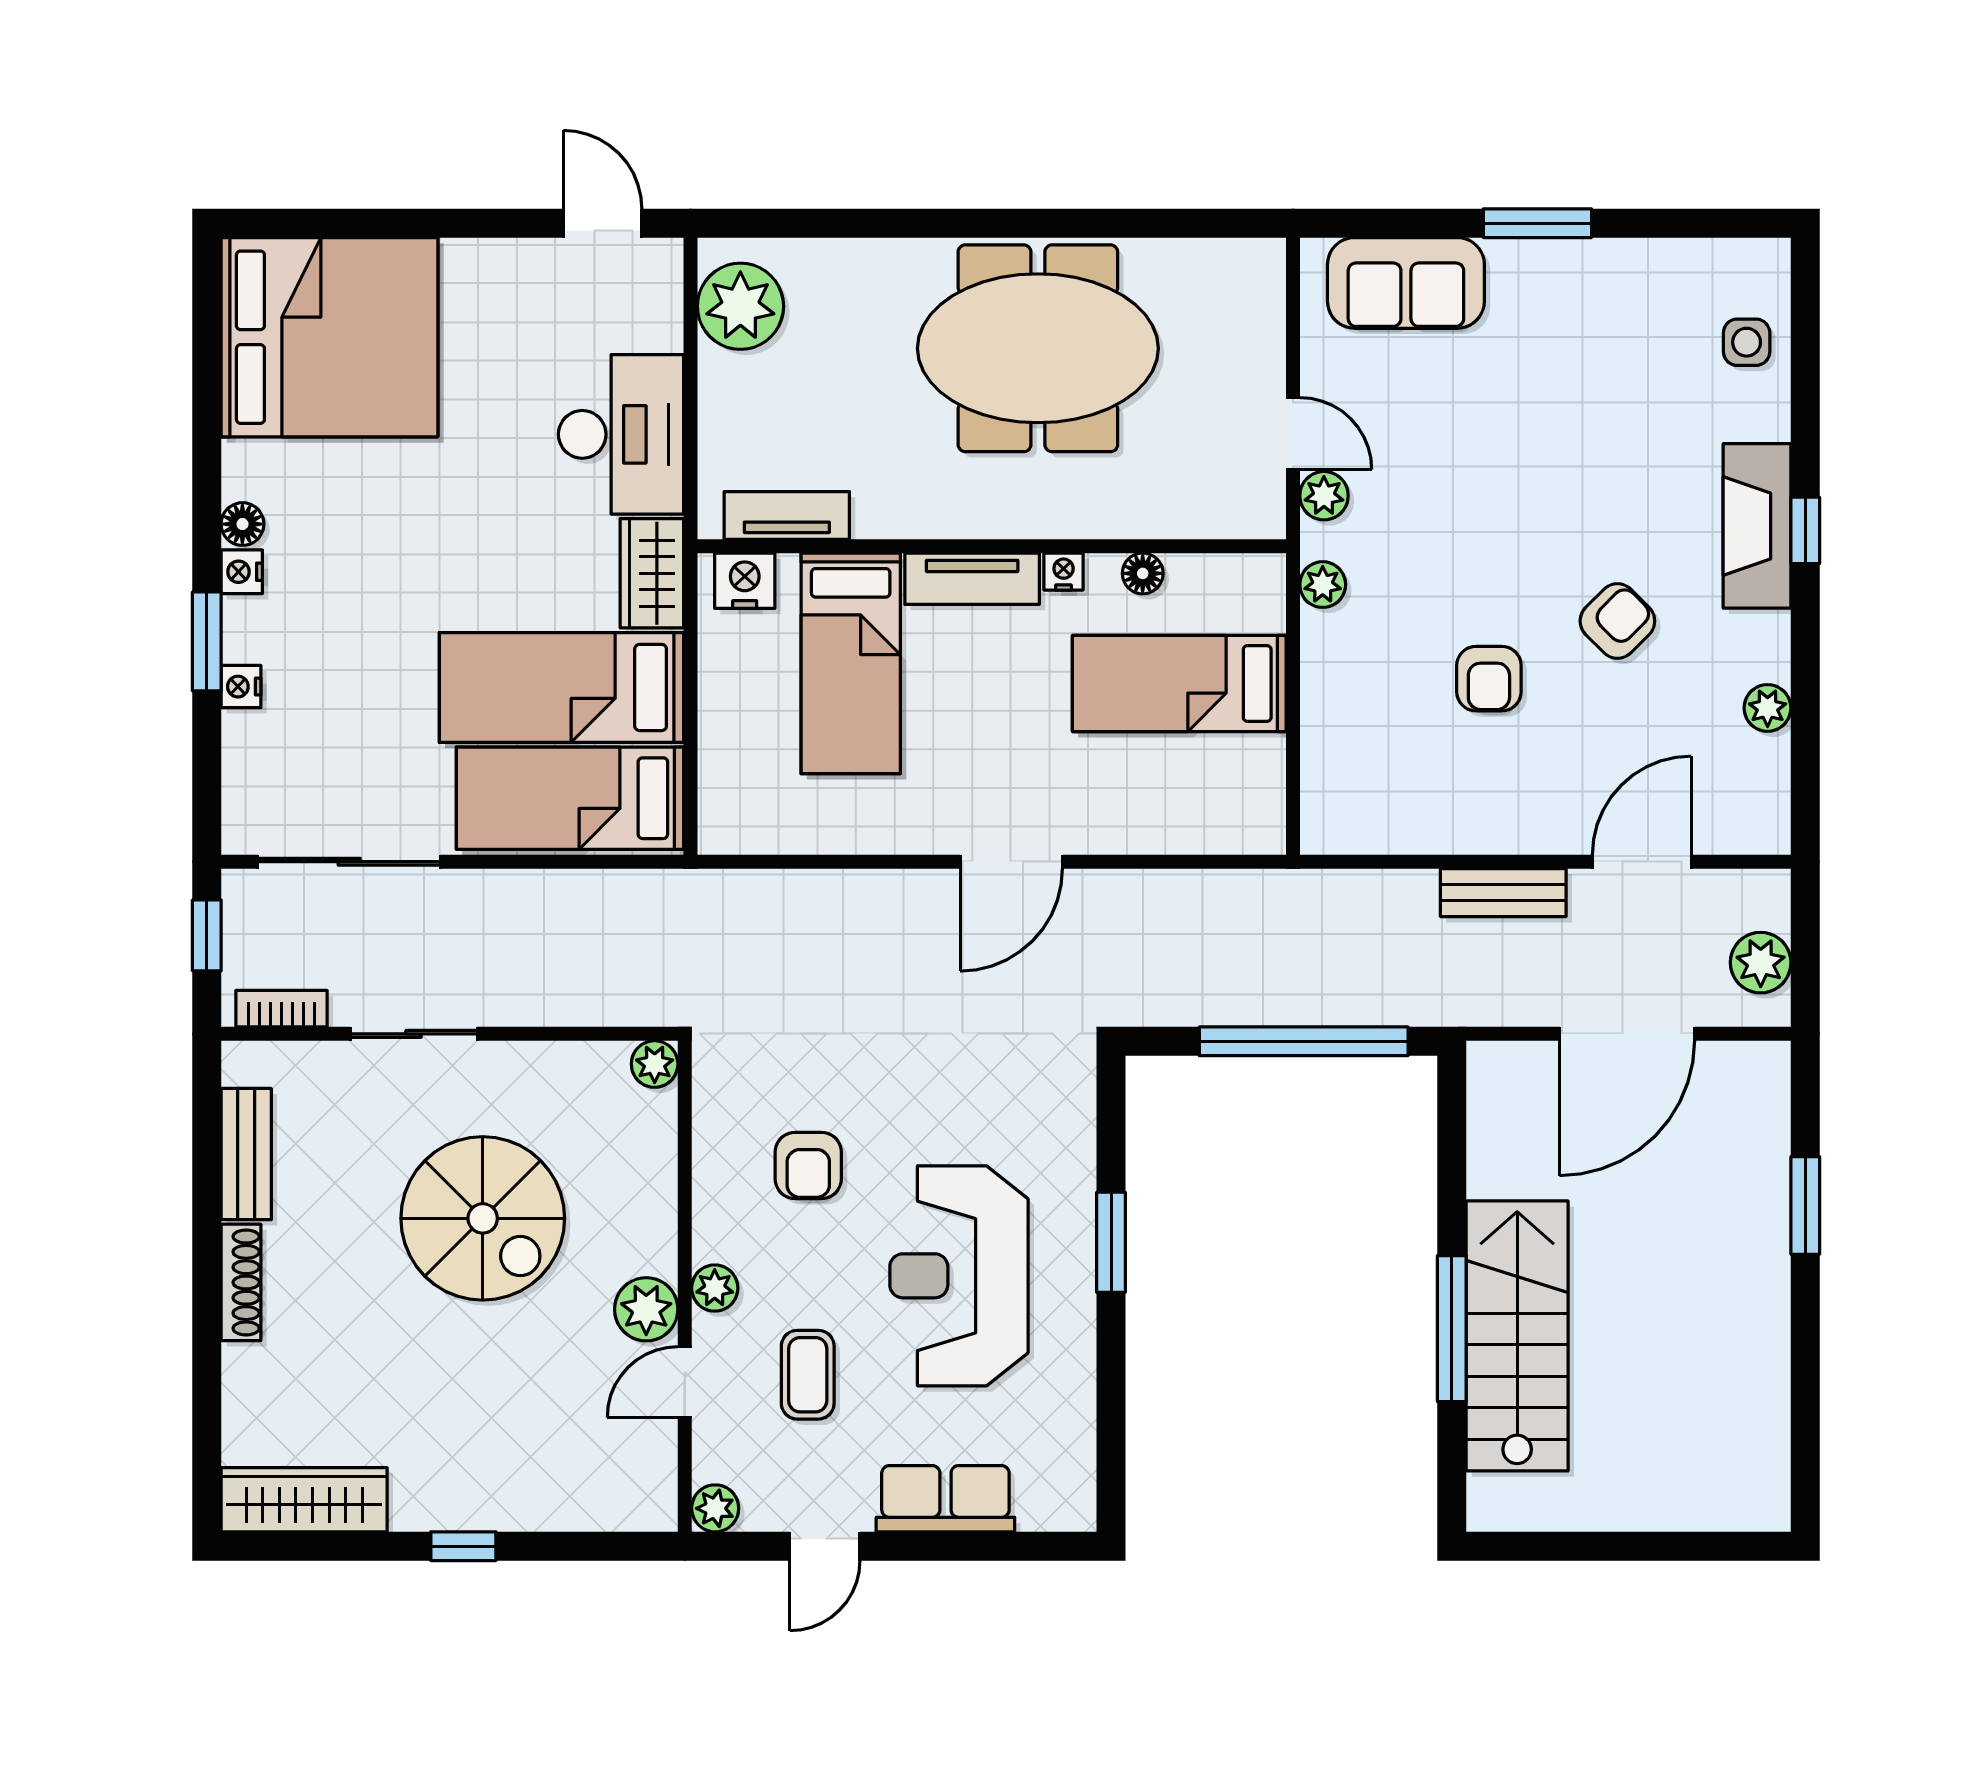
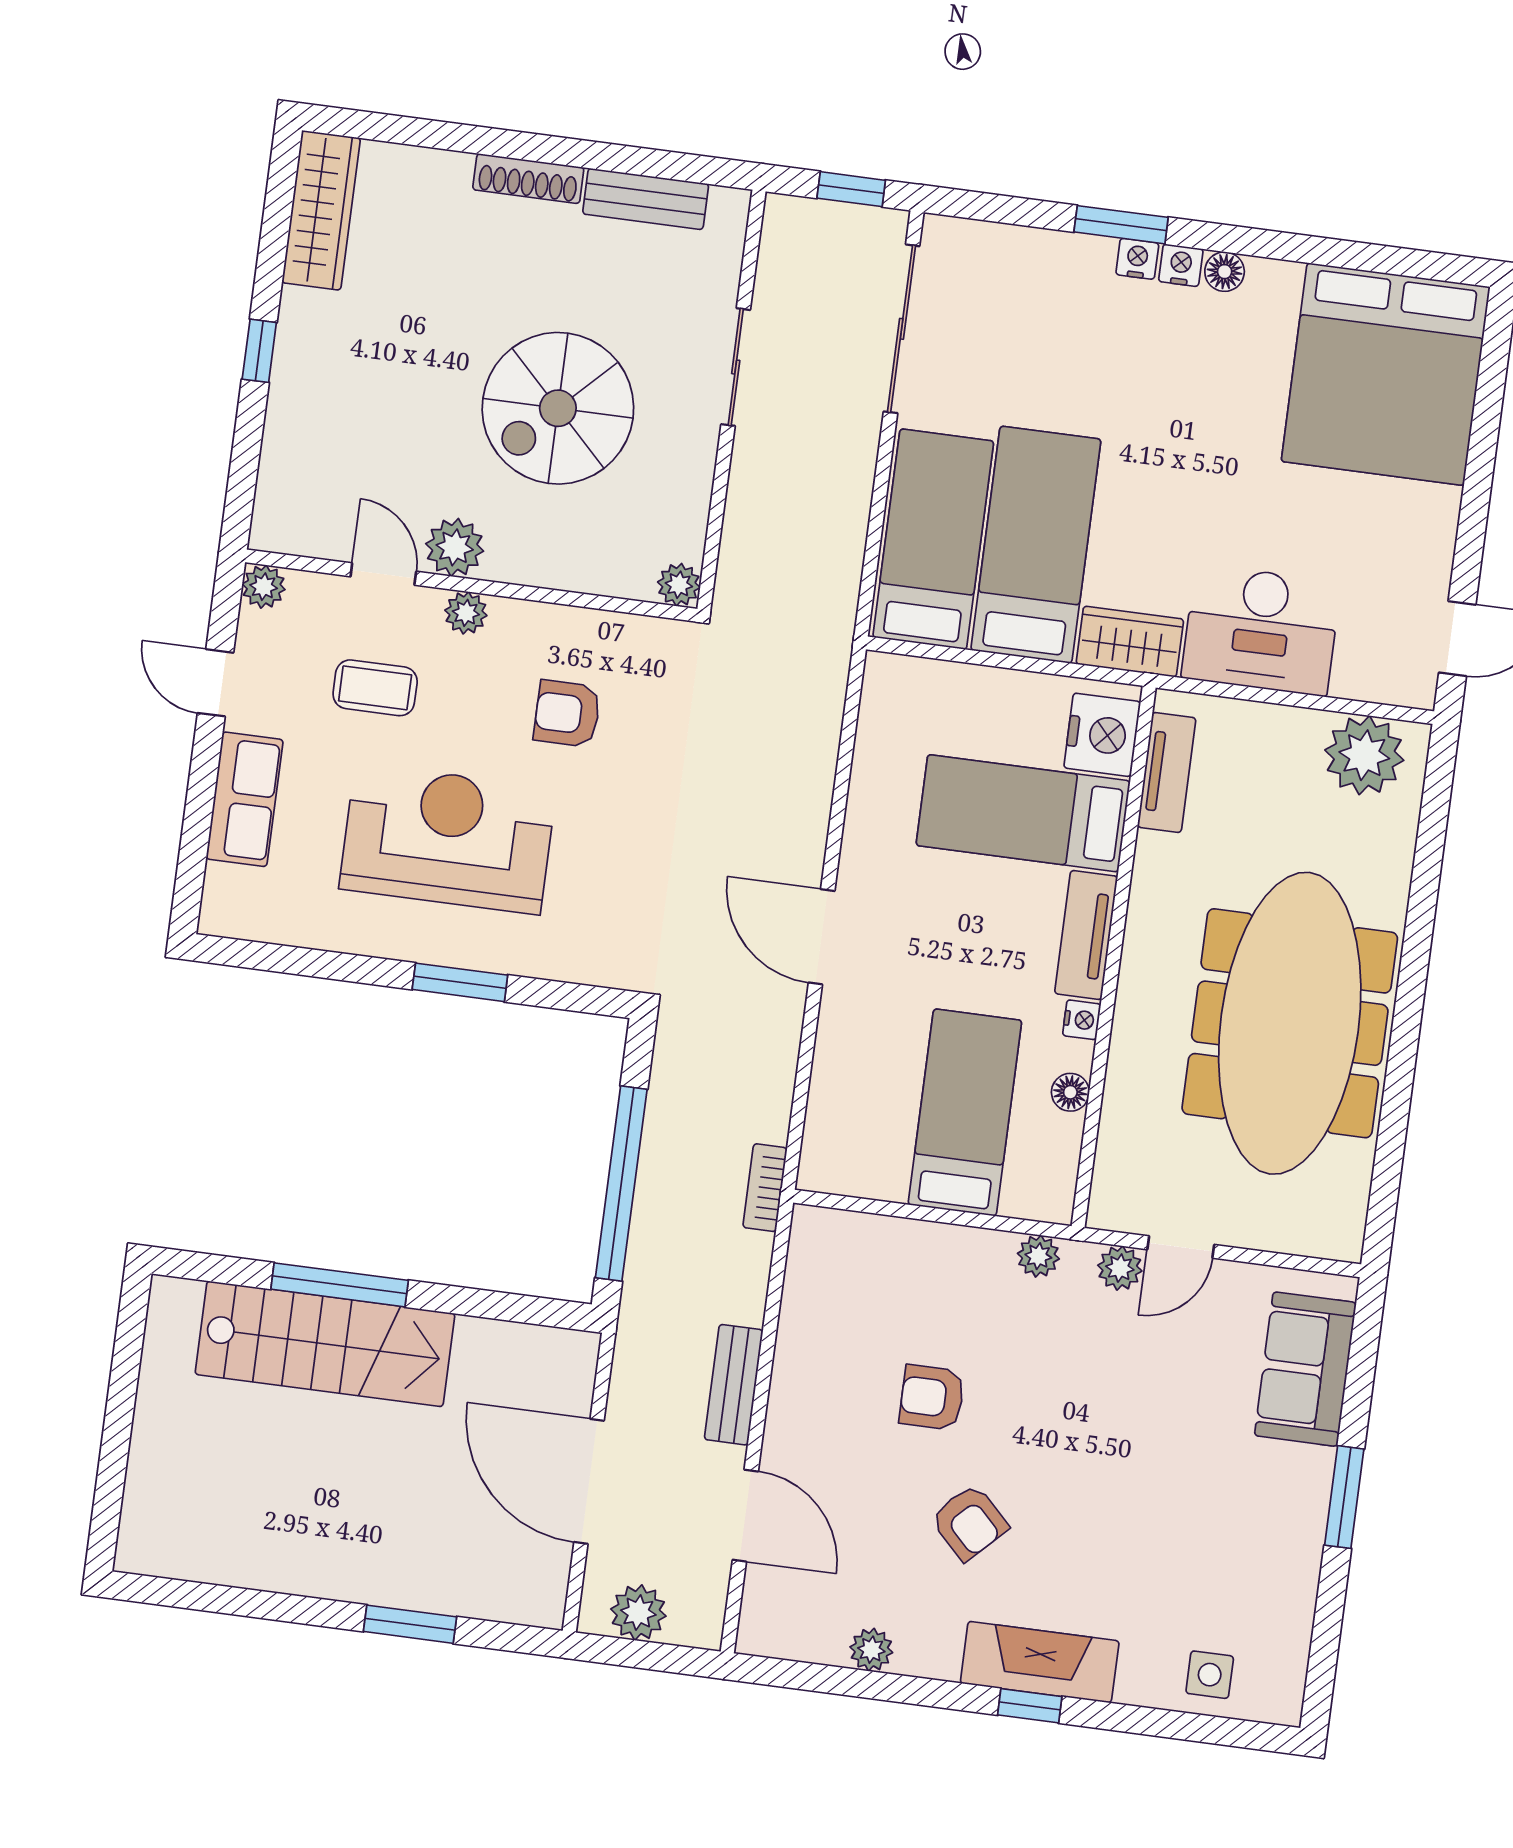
meeting table: (1038, 348) -> (1290, 1023), width x1.36
nightstand: (745, 581) -> (1102, 735), width x1.36, depth x1.33
nightstand: (241, 687) -> (1137, 259), moved
bookcase: (282, 1009) -> (765, 1188), moved, turned 180

